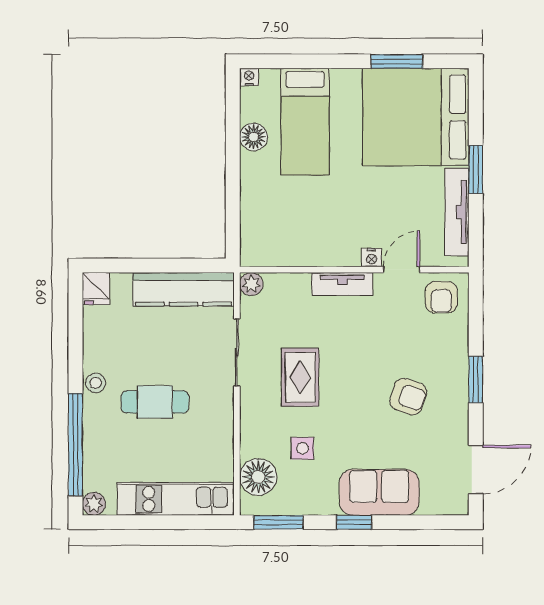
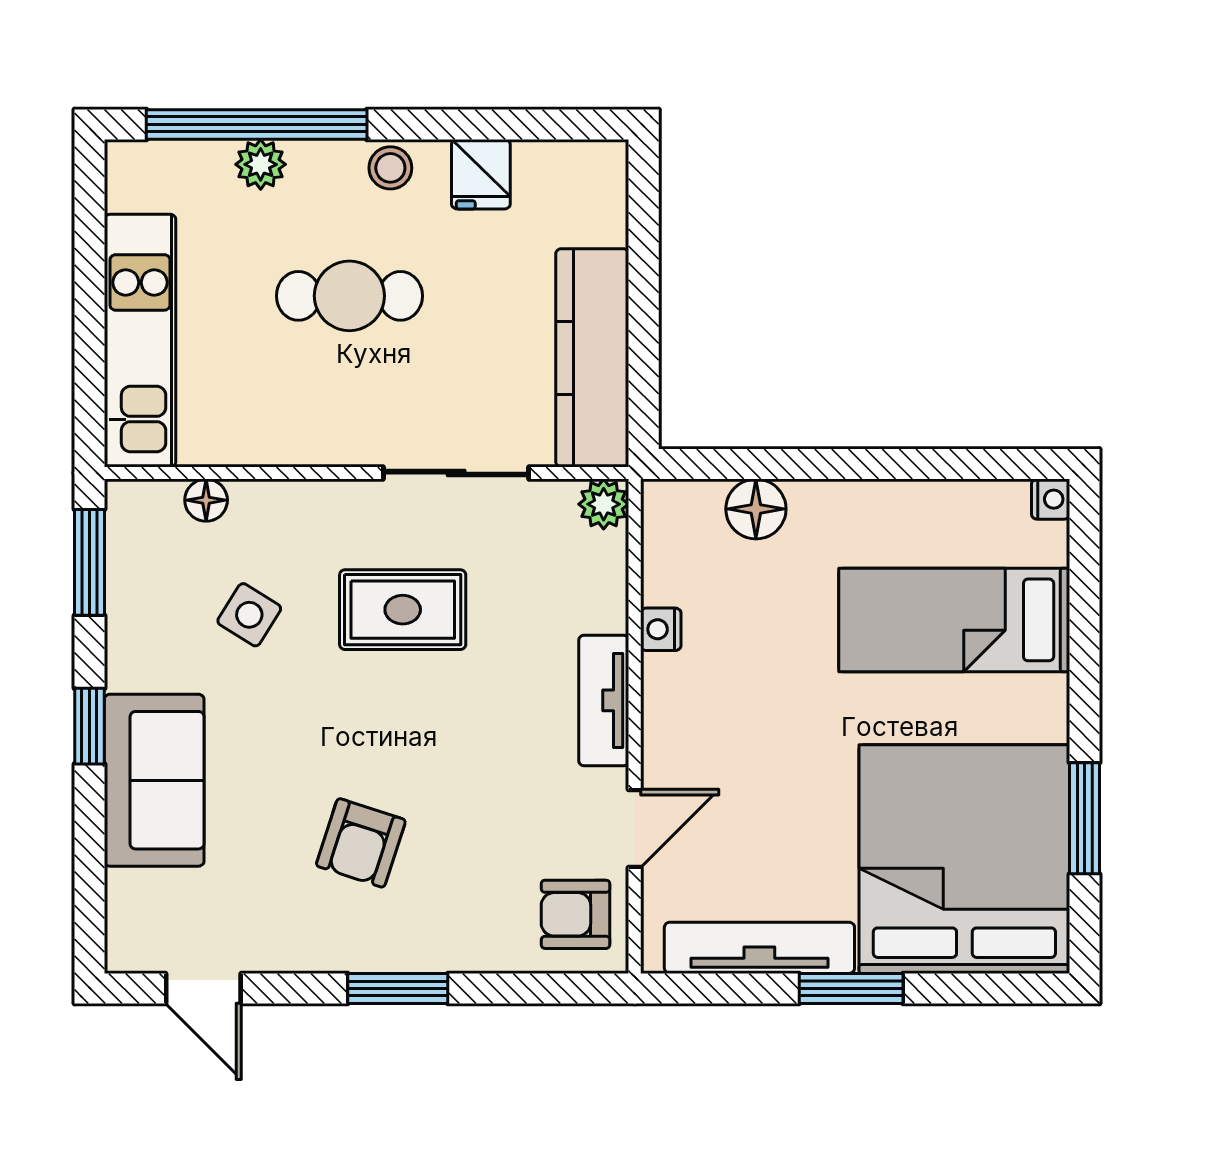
floor lamp: (254, 137) -> (756, 509), moved
nightstand: (371, 258) -> (661, 629), moved
door: (402, 270) -> (635, 829), hinge flipped
fridge: (96, 289) -> (481, 174), moved, turned -90
cafe table: (155, 402) -> (349, 296), turned 90
side table: (303, 448) -> (249, 615), turned 32
door: (476, 469) -> (203, 988), width x0.73
floor lamp: (258, 477) -> (206, 500), width x0.53, depth x0.53
plant: (94, 504) -> (261, 164), moved

